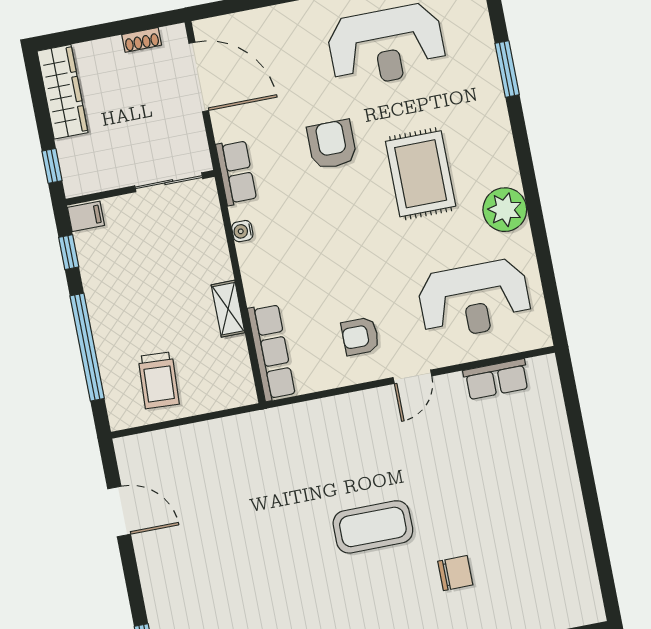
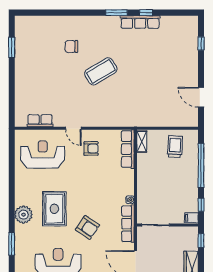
armchair: (332, 144) -> (87, 227), turned -56
row of seats: (236, 172) -> (128, 224), width x1.48
plant: (505, 210) -> (23, 215), moved
shelving: (228, 309) -> (142, 142), moved
door: (412, 377) -> (73, 128), swing flipped
coffee table: (373, 527) -> (101, 71), turned -31
window: (599, 543) -> (12, 47), added

